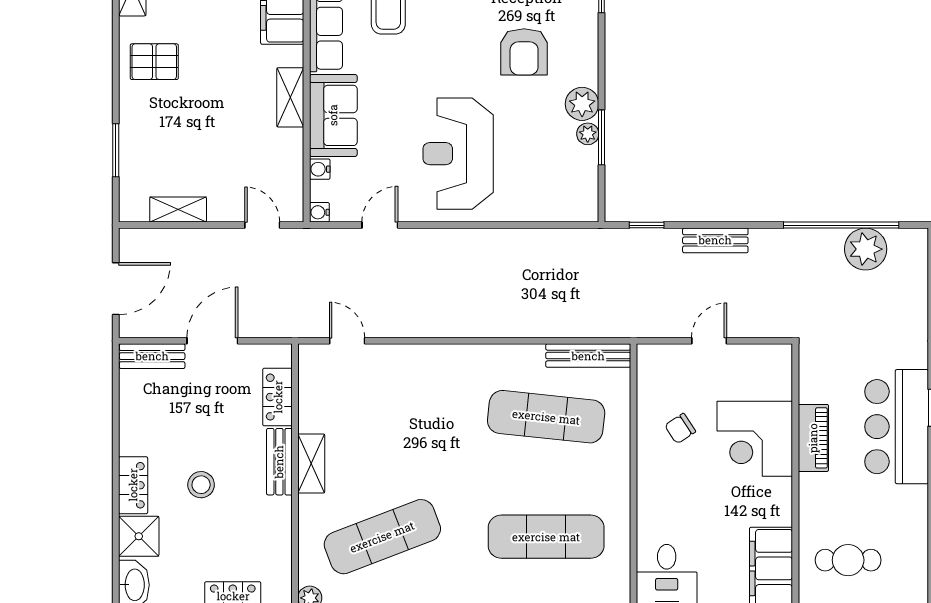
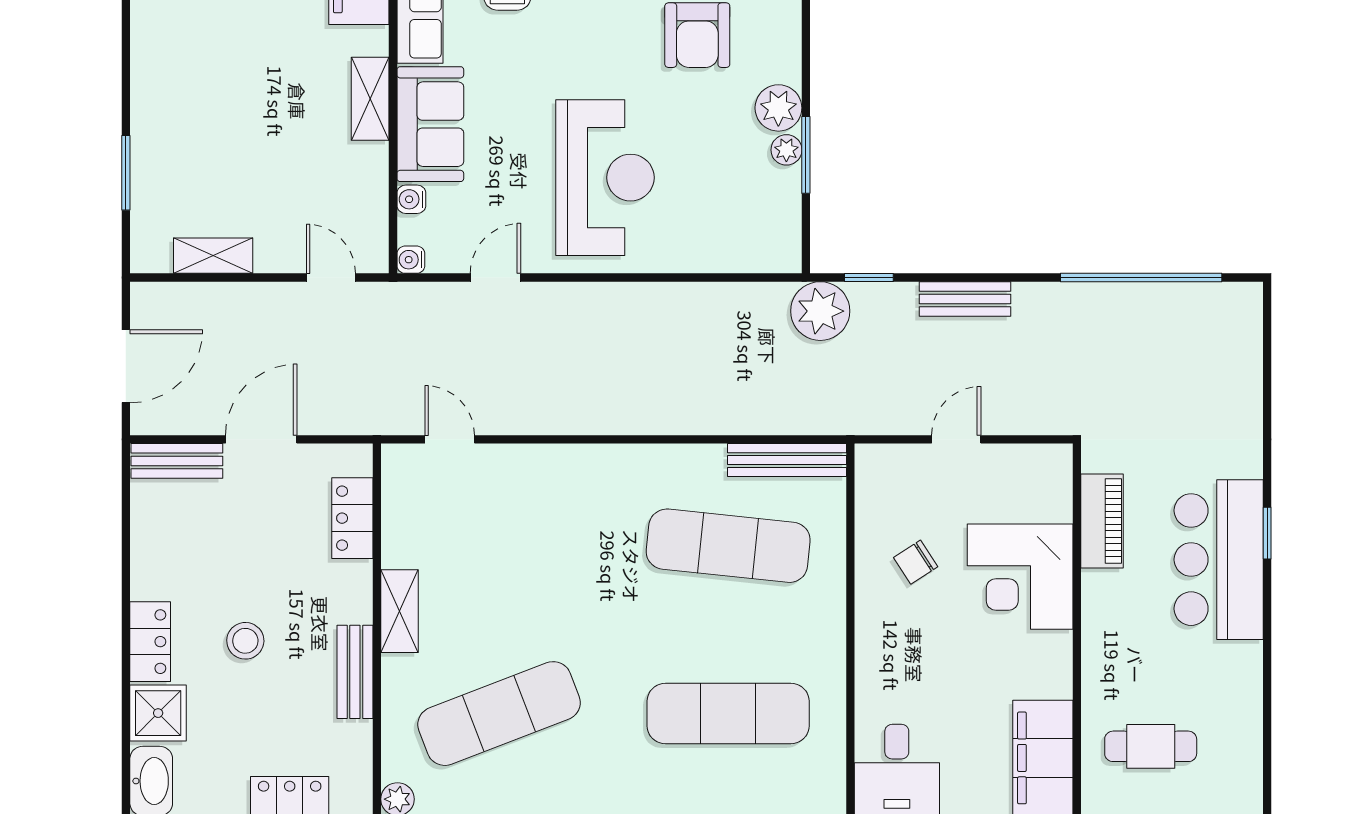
pallet: (154, 62) -> (180, 49), removed
reception desk: (458, 154) -> (605, 178), turned 180
plant: (866, 249) -> (820, 311), moved
piano: (813, 438) -> (1102, 521), moved
bench: (279, 462) -> (355, 672), moved

